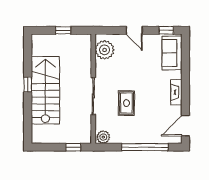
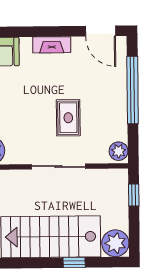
window: (28, 84) -> (74, 262), moved
rug: (126, 103) -> (68, 118), turned 90
plant: (41, 134) -> (115, 243), added

